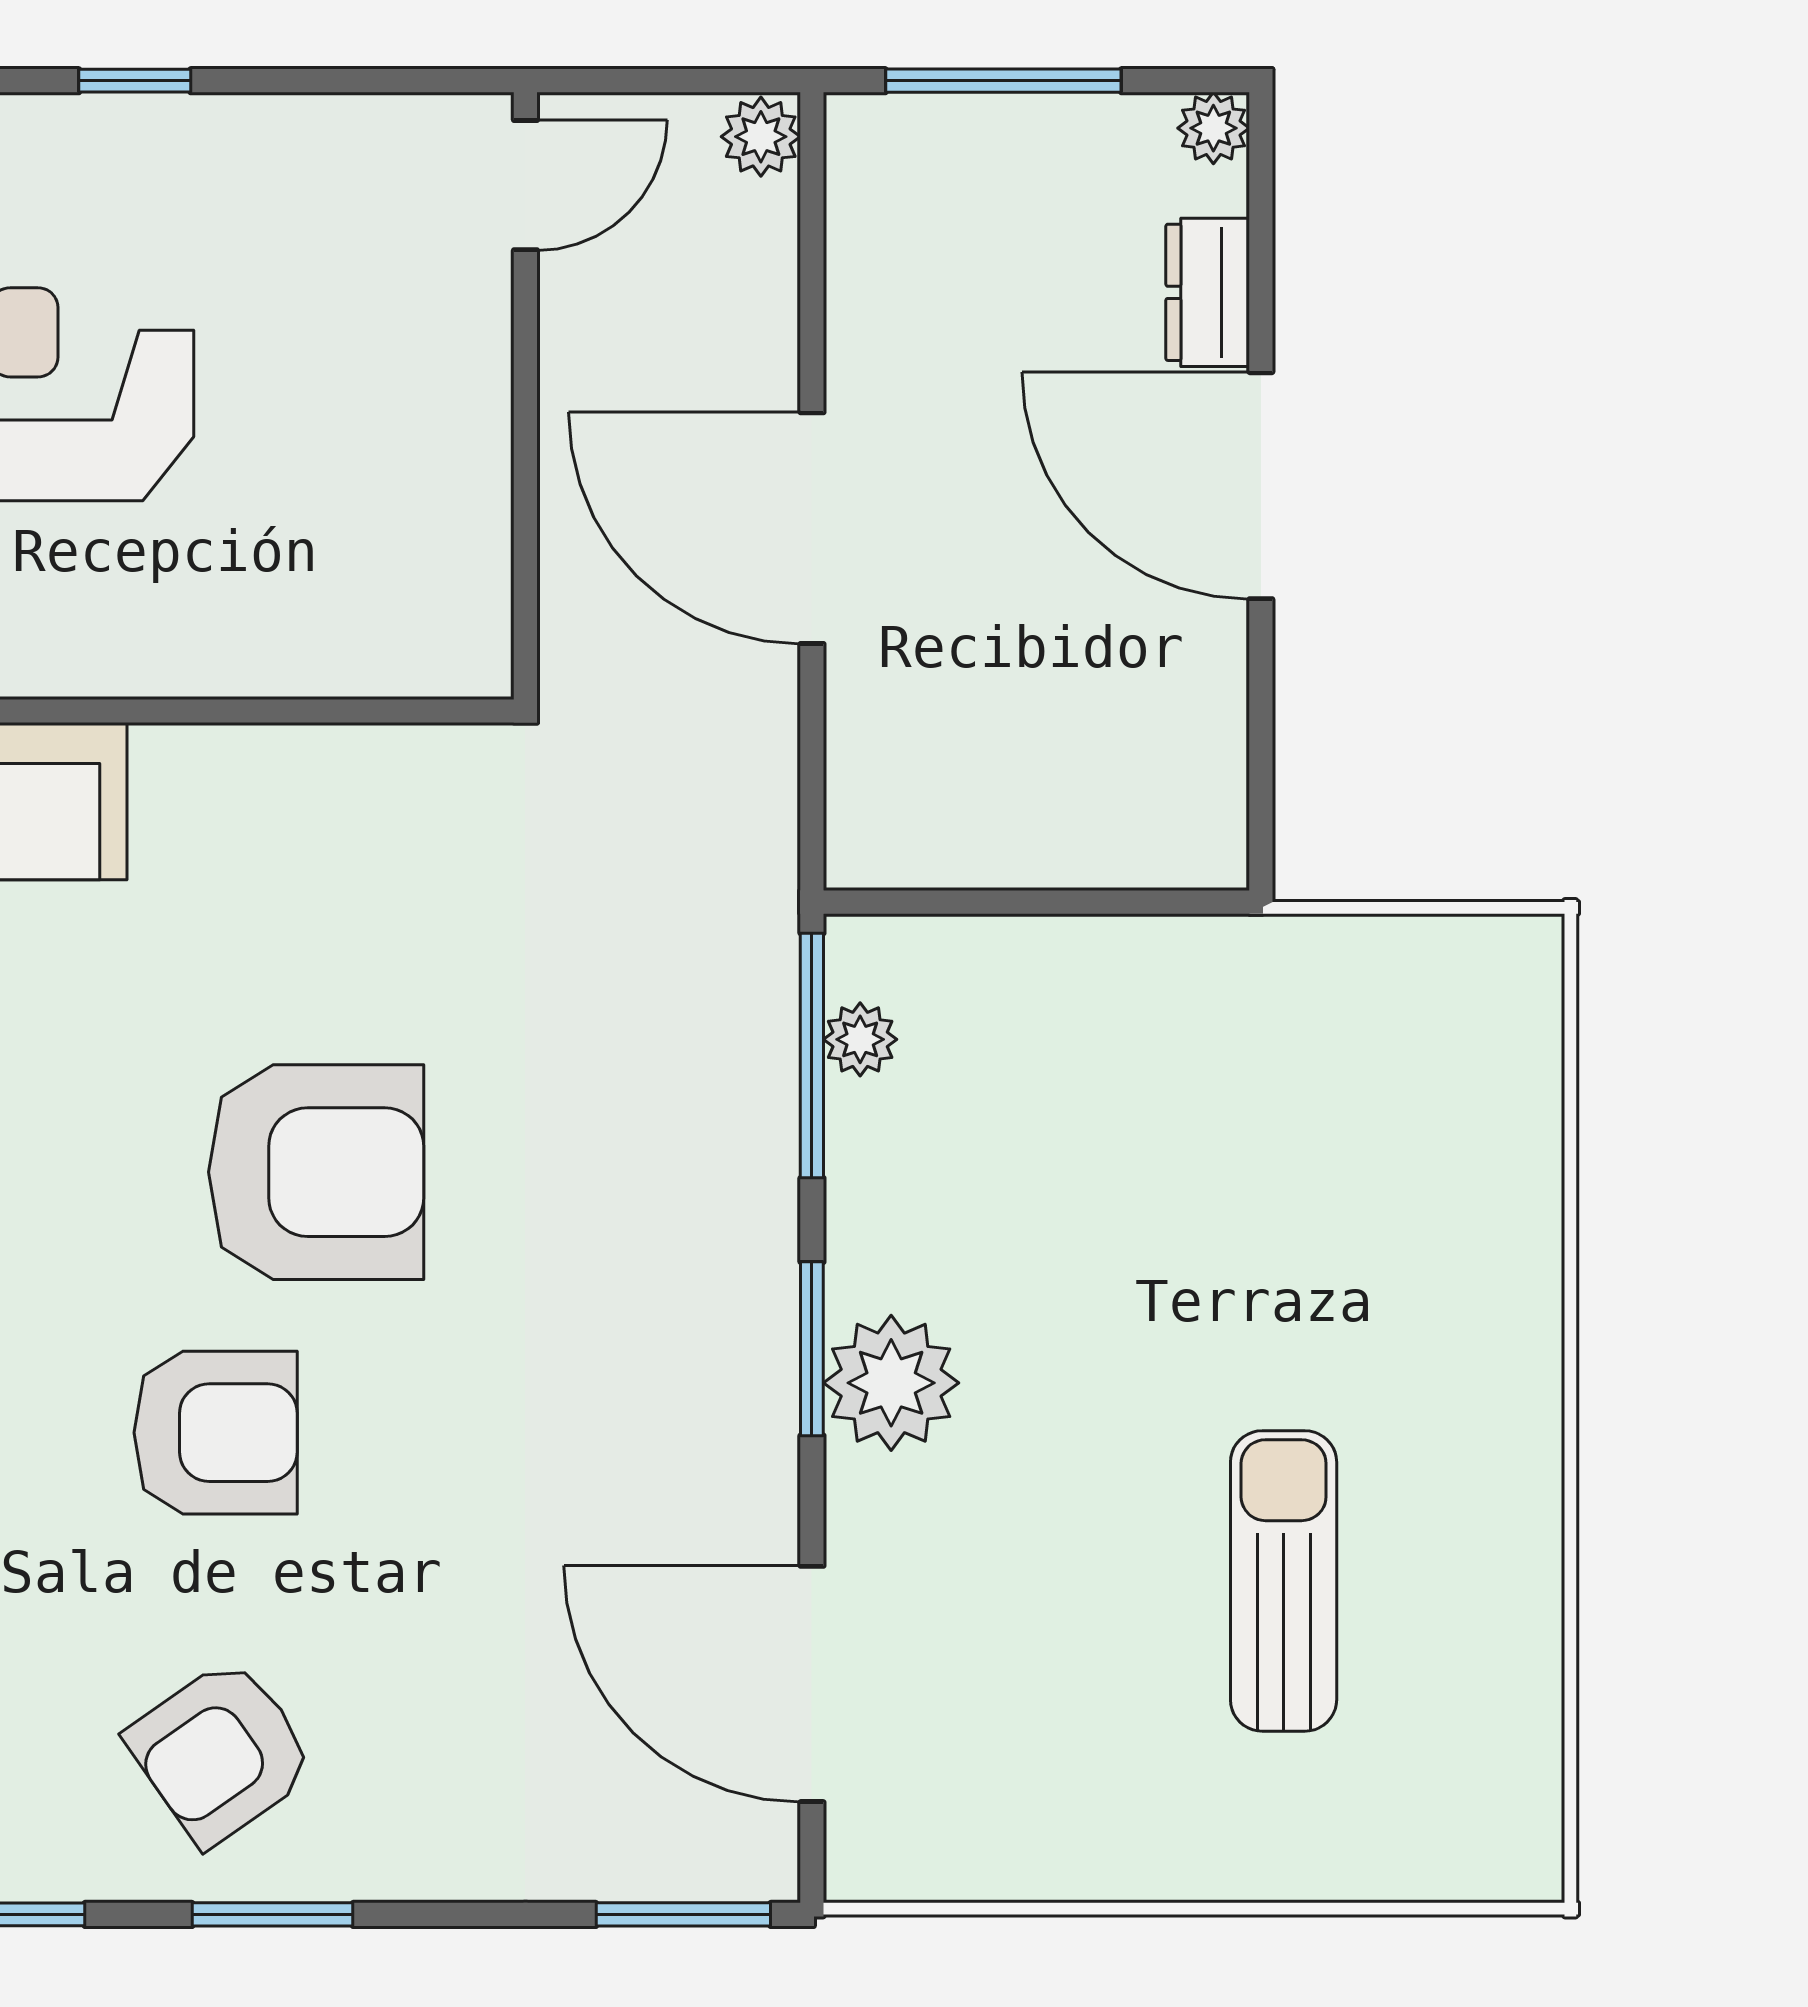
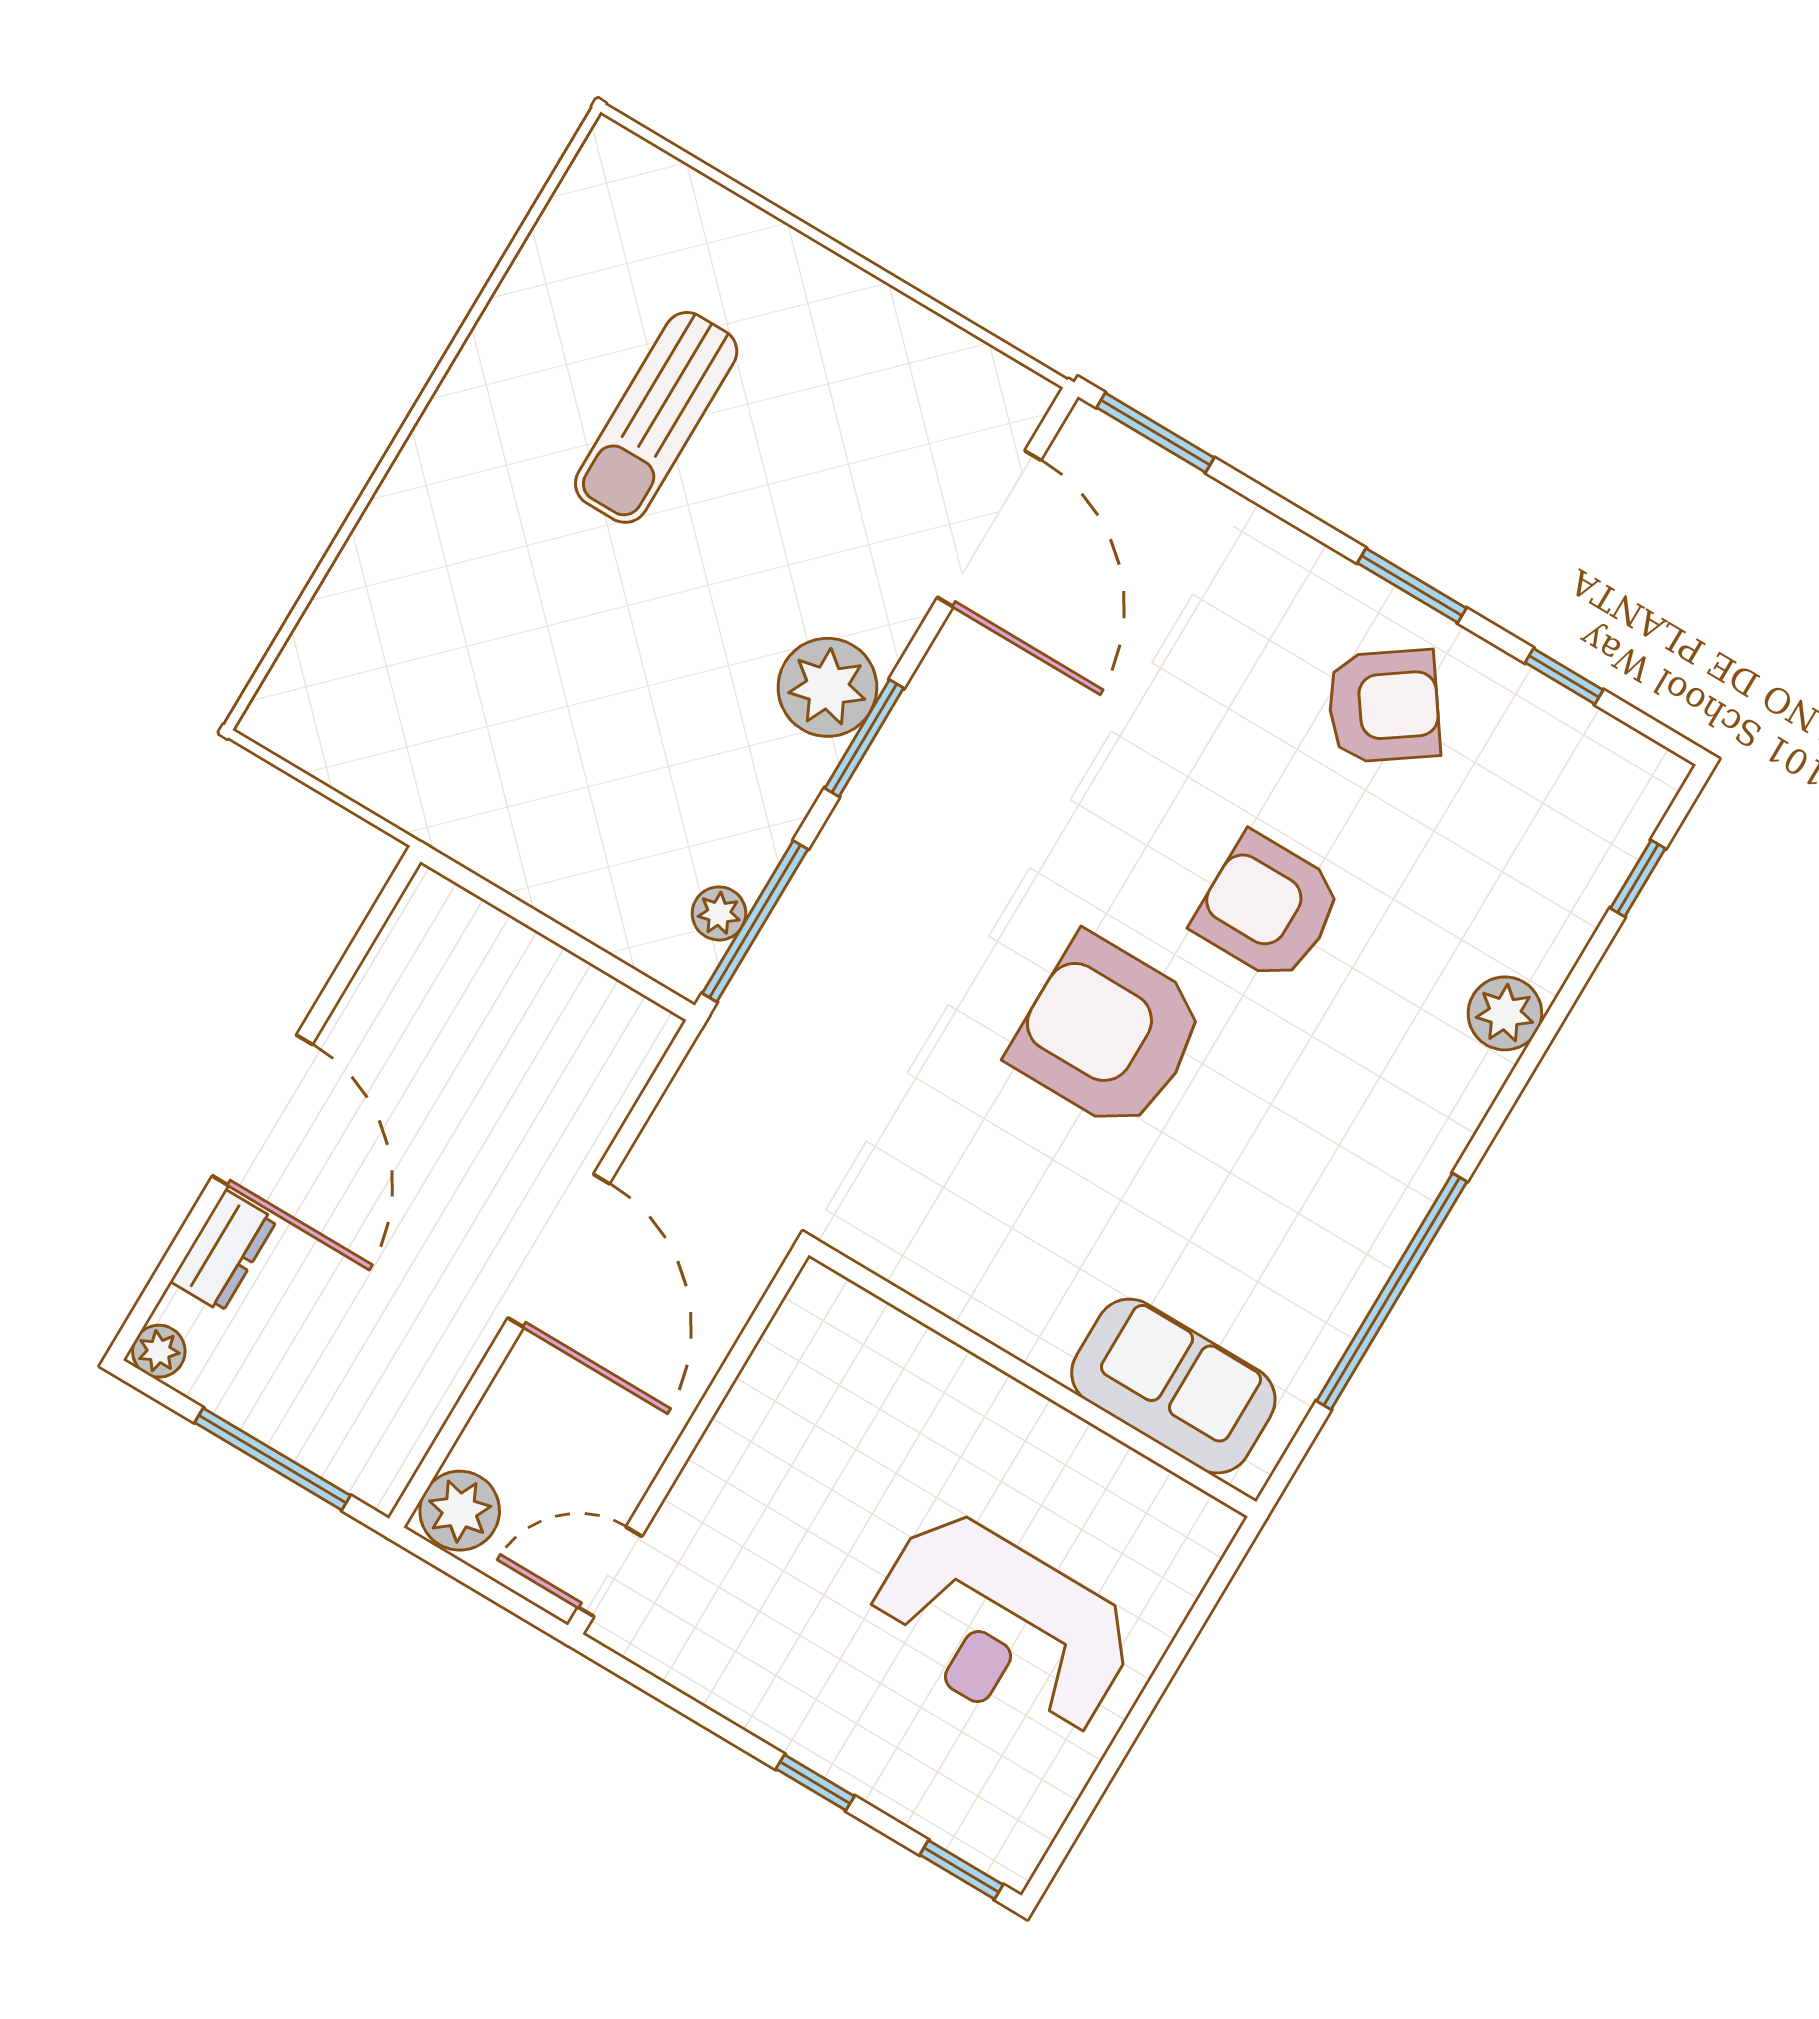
plant: (761, 137) -> (460, 1511), width x1.38, depth x1.38

